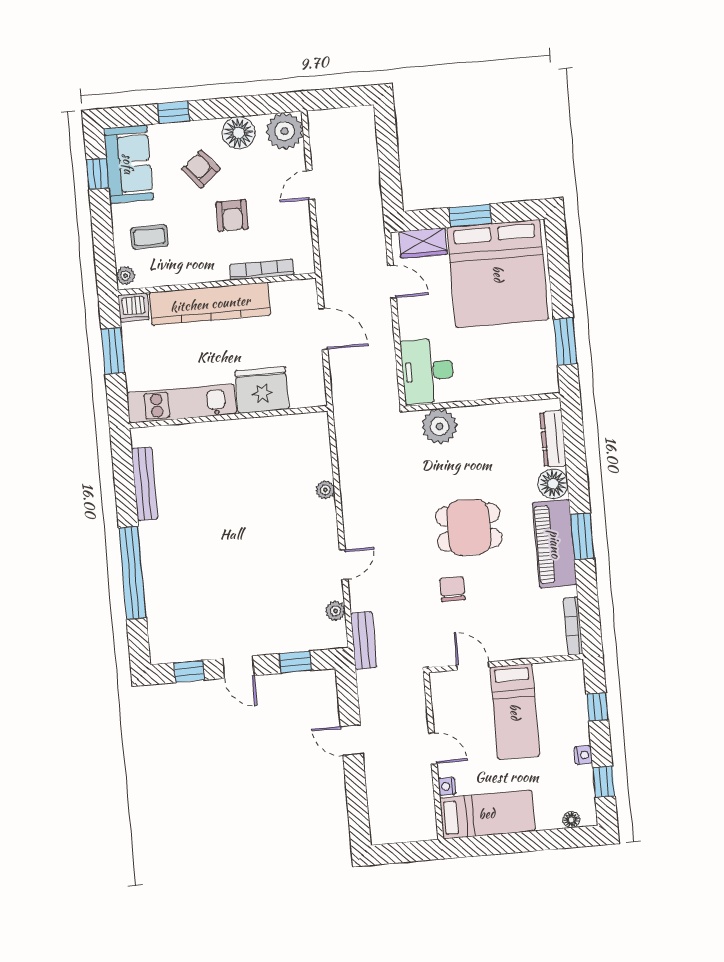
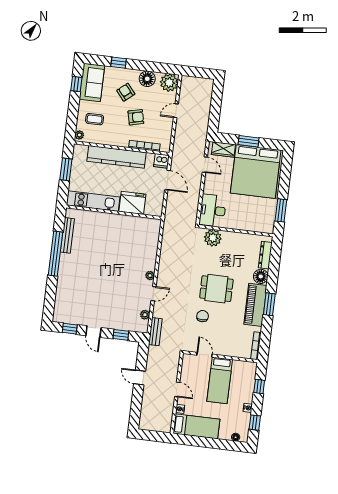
armchair: (232, 215) -> (136, 117), turned -103
dishwasher: (134, 307) -> (161, 161), moved
plant: (325, 490) -> (150, 276), moved
window: (132, 573) -> (56, 254), moved

